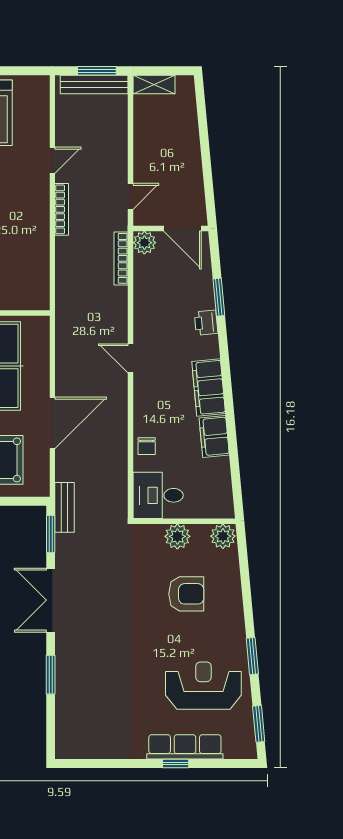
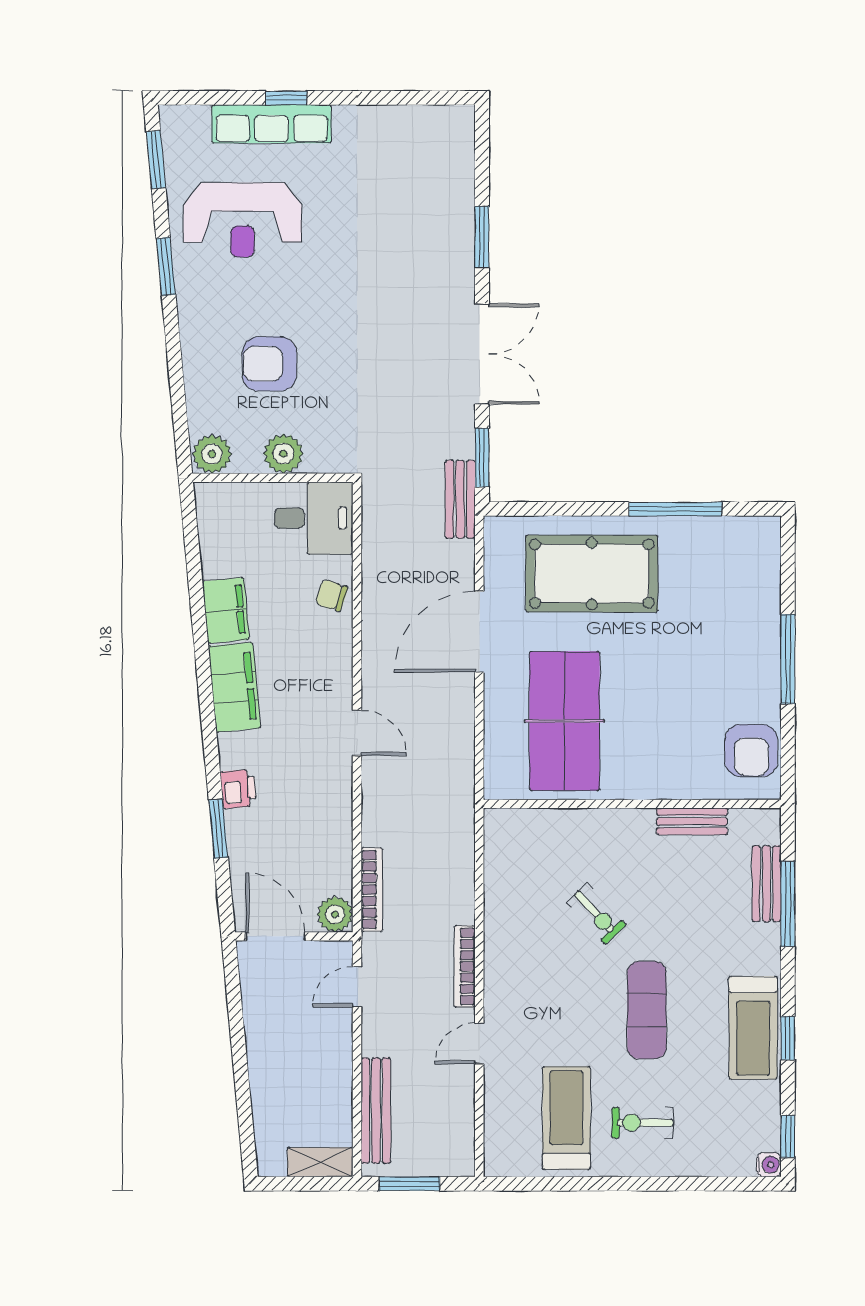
bench: (94, 84) -> (376, 1110), moved, turned 90
chair: (147, 446) -> (331, 595), turned -72

